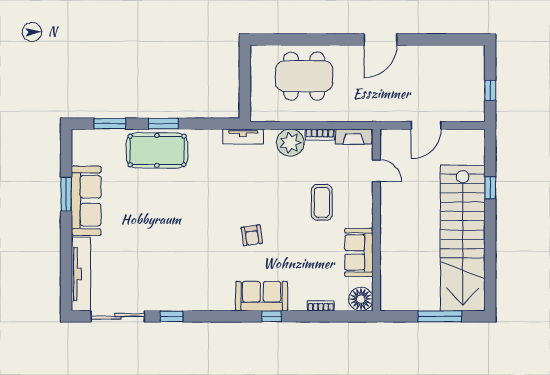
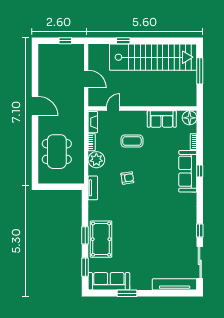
sofa: (86, 201) -> (109, 281), moved
armchair: (252, 235) -> (127, 178), moved
sofa: (262, 296) -> (188, 171), width x1.36

